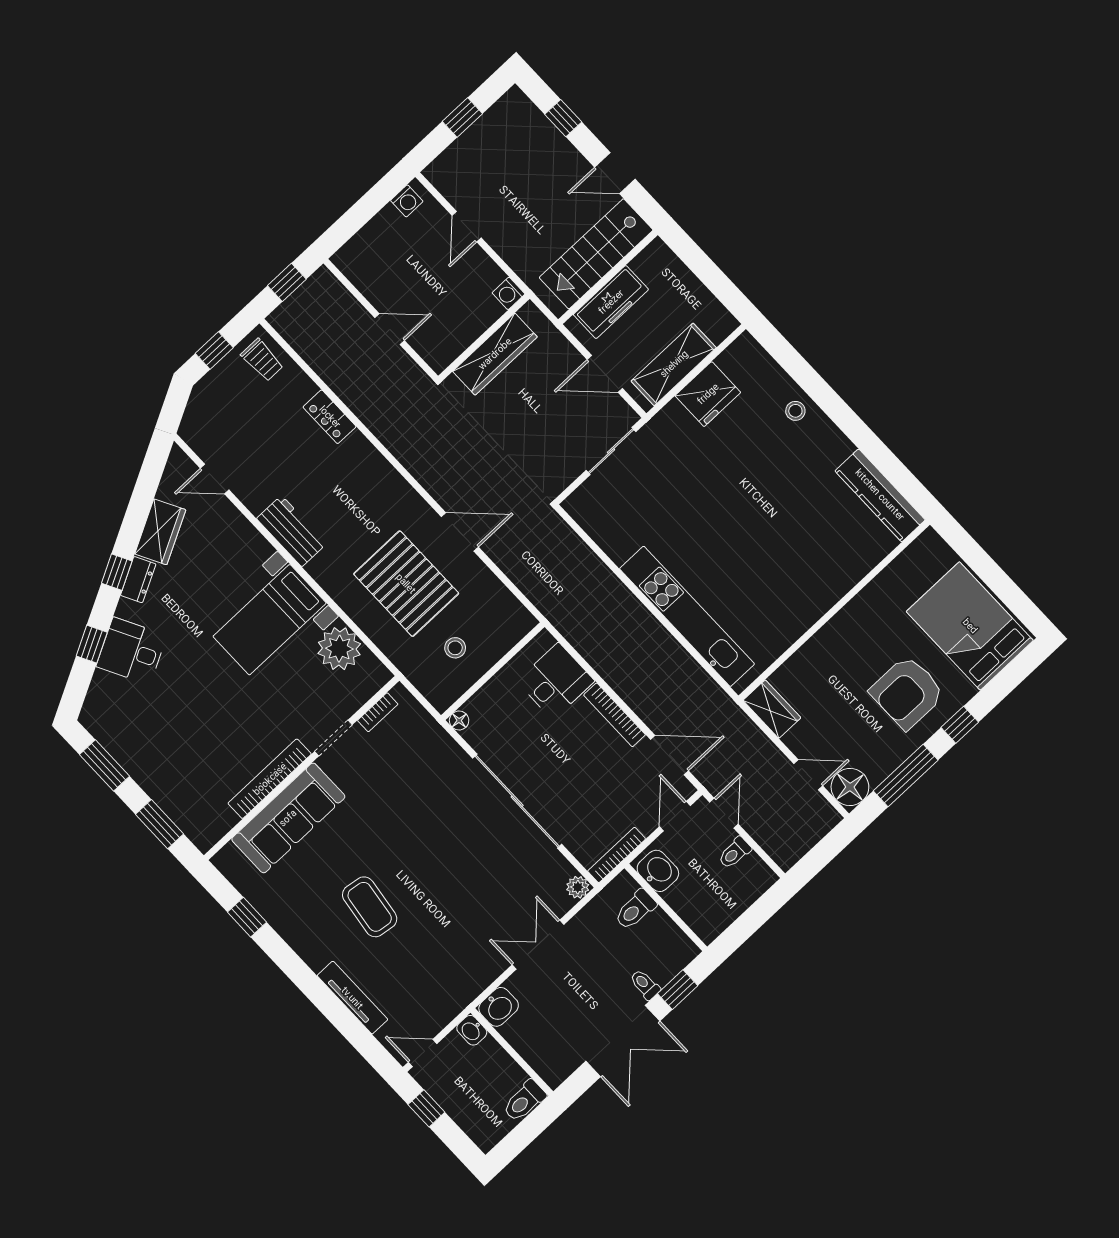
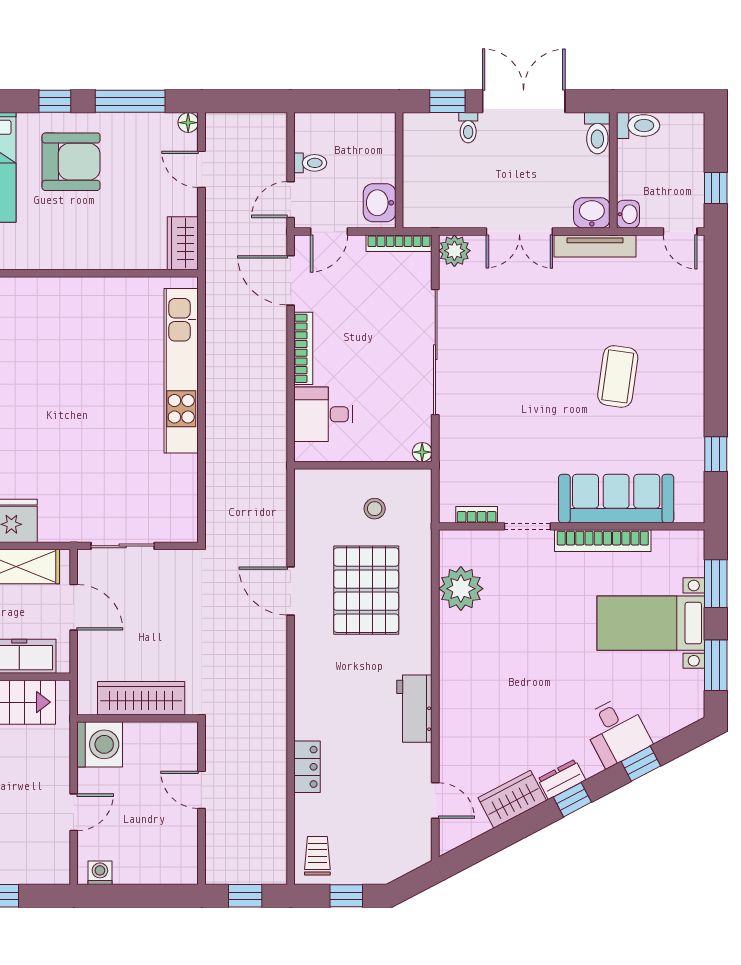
washing machine: (509, 293) -> (100, 744), width x1.89, depth x1.89
bed with nightstands: (270, 620) -> (651, 623), moved, turned 180
floor lamp: (850, 787) -> (188, 123), width x0.53, depth x0.53
plant: (578, 887) -> (454, 251), width x1.38, depth x1.38
toilet: (635, 910) -> (597, 133), moved, turned 90
tv unit: (352, 998) -> (595, 246), moved, turned -90

